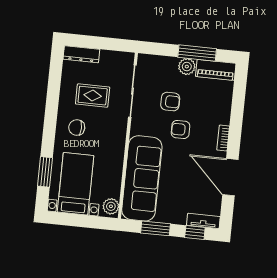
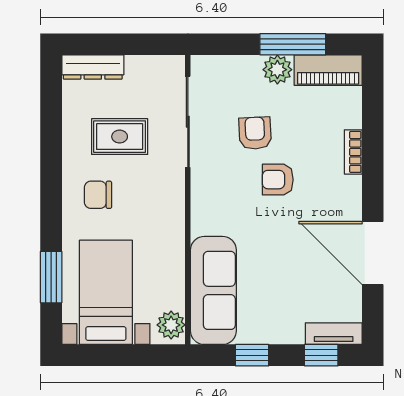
armchair: (170, 102) -> (255, 133), turned -93
bookcase: (223, 138) -> (353, 152), moved
sofa: (142, 178) -> (213, 290), width x0.74, depth x0.79
window: (155, 228) -> (252, 355), width x0.67

